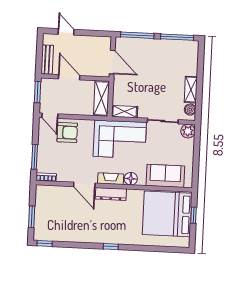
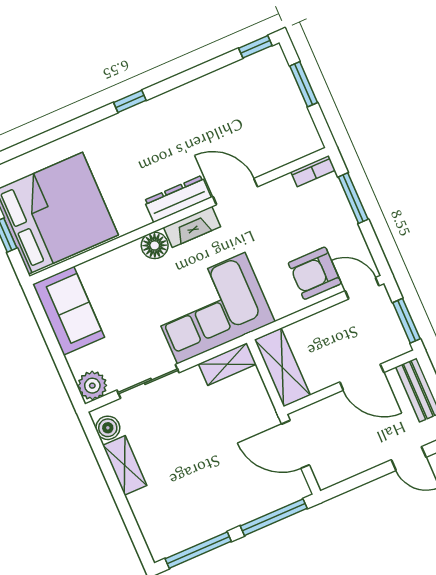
sofa: (165, 176) -> (69, 311), moved, turned -90

